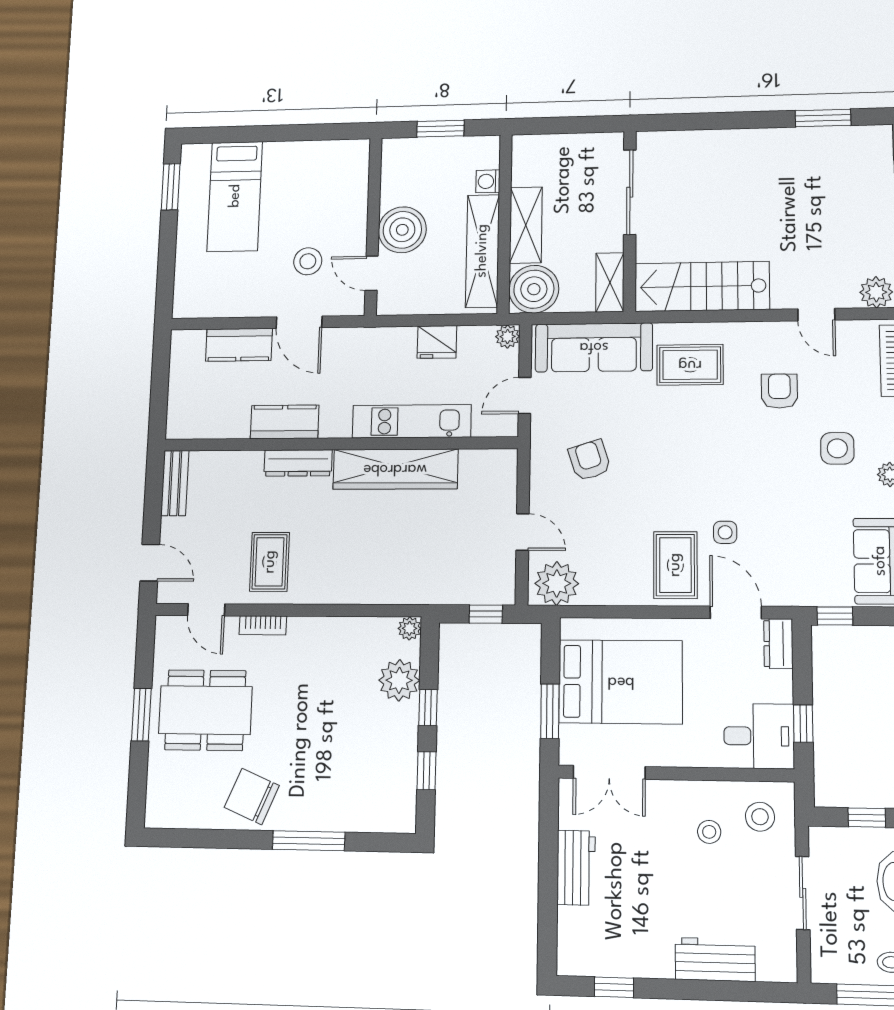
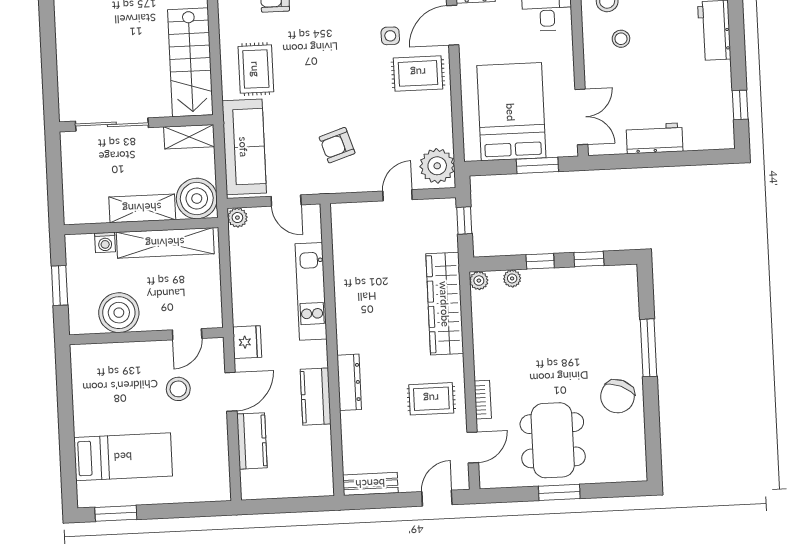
boiler: (402, 230) -> (119, 313), moved
fridge: (437, 342) -> (247, 342), moved
wardrobe: (395, 469) -> (445, 304), moved, turned 180
plant: (399, 680) -> (512, 278), width x0.53, depth x0.53

